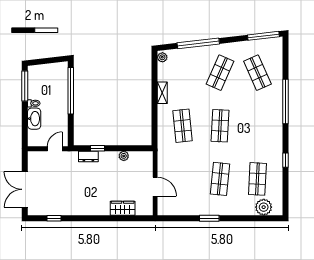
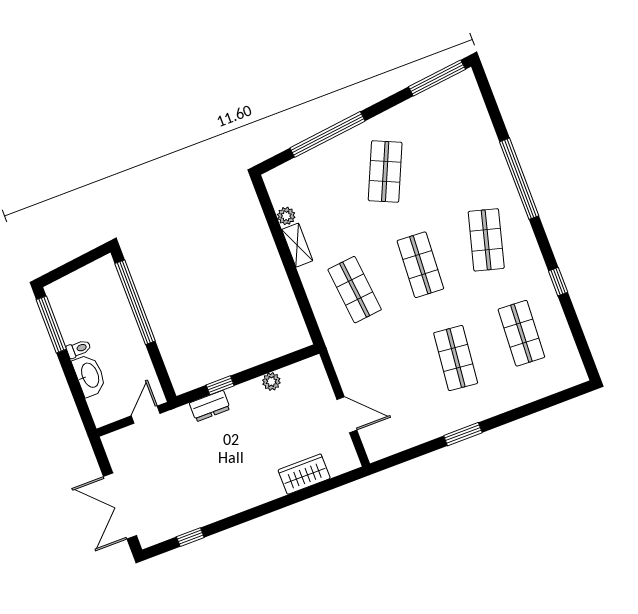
plant: (162, 57) -> (286, 216), moved
shop shelf: (257, 73) -> (486, 240), moved, turned 39
plant: (264, 207) -> (551, 379), removed

